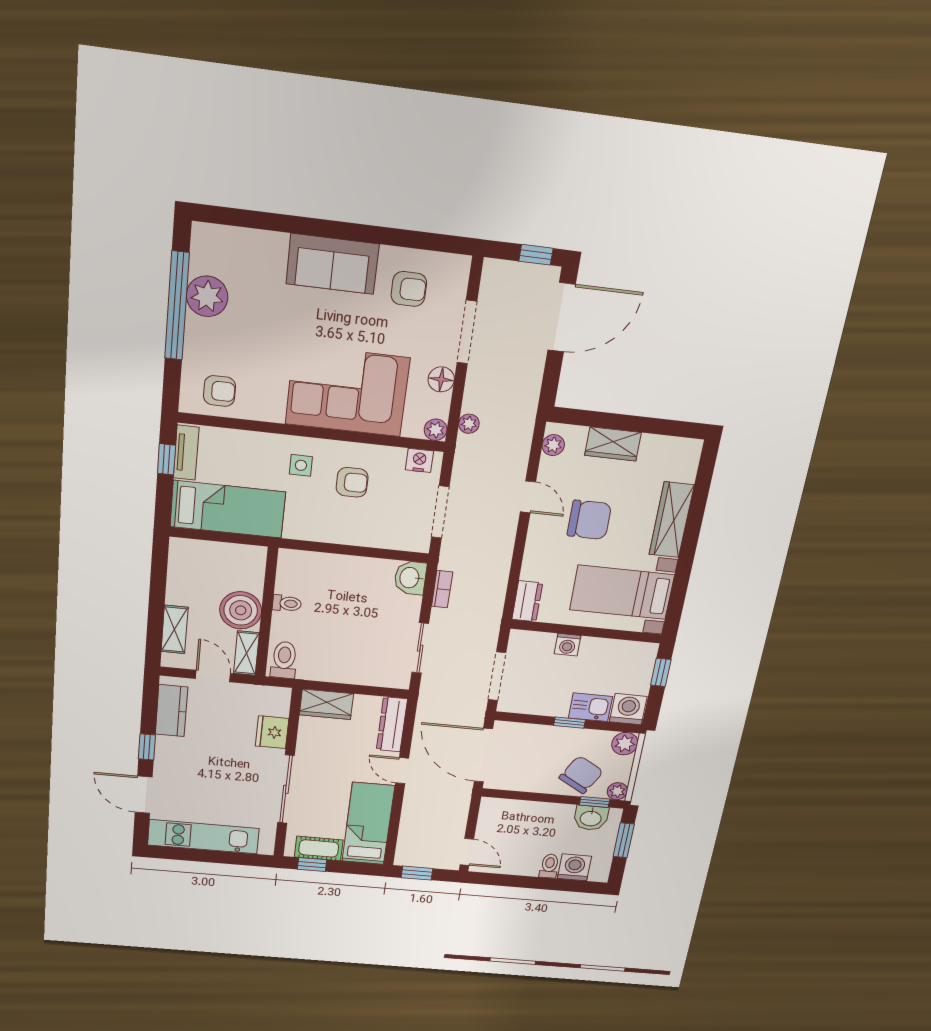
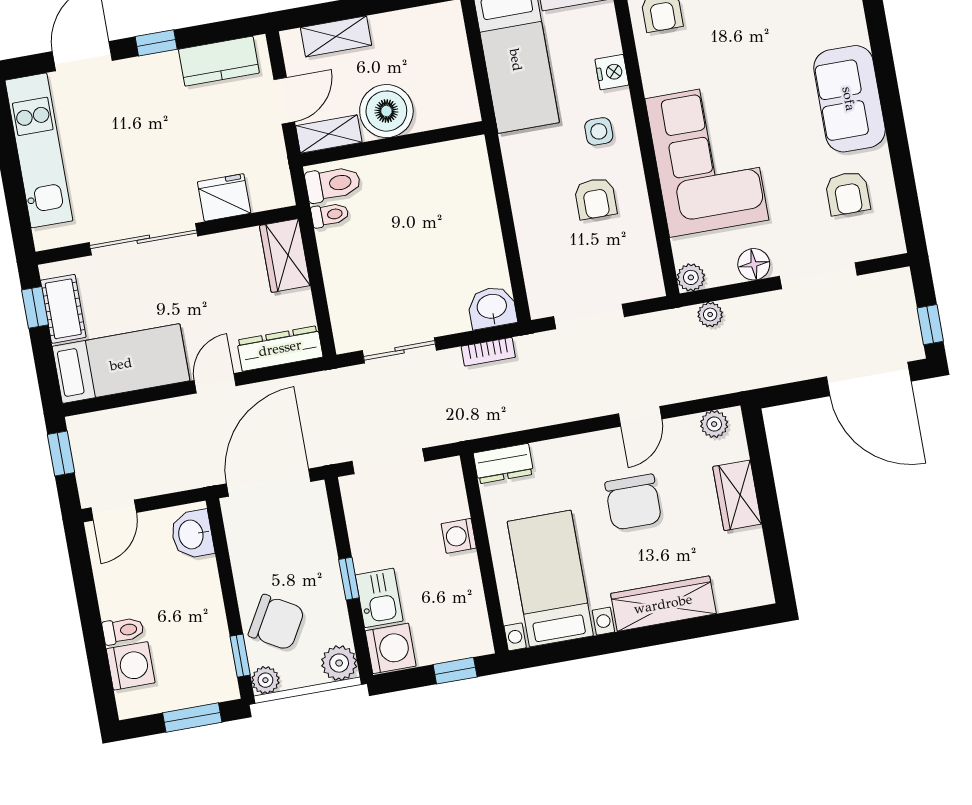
nightstand: (419, 460) -> (612, 72), moved
toilet: (287, 603) -> (330, 215), moved, turned -90
washbasin: (591, 818) -> (192, 534), moved

